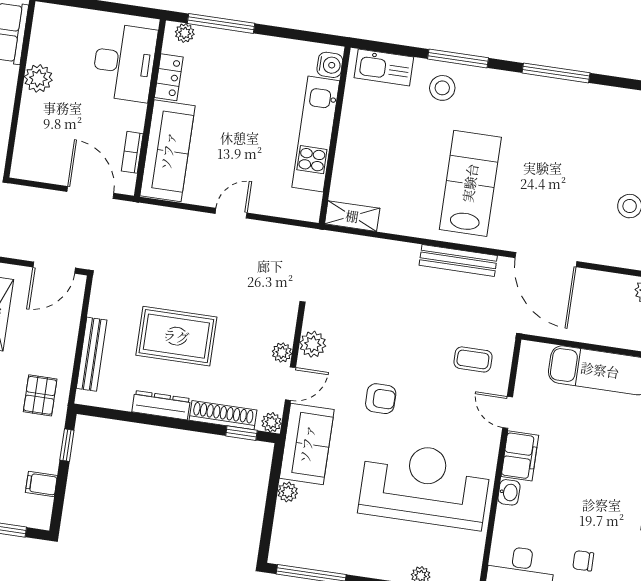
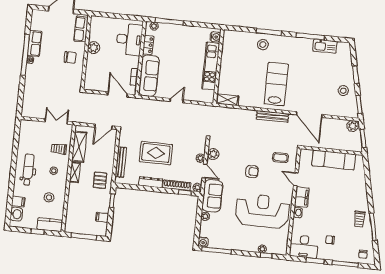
kitchen sink: (384, 67) -> (325, 46), moved
door: (290, 384) -> (204, 171), hinge flipped
armchair: (381, 399) -> (252, 172), moved
water cooler: (280, 553) -> (203, 242), added

